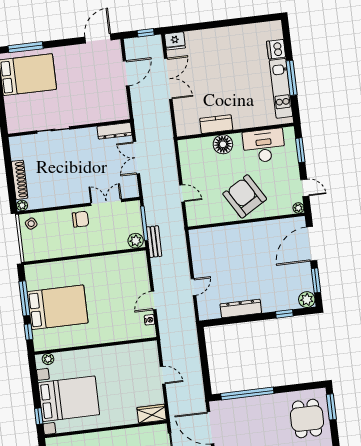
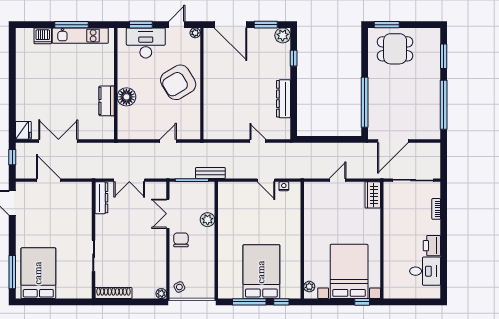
desk: (264, 146) -> (146, 43), moved, turned 90
shoe rack: (20, 180) -> (113, 293), moved
plant: (136, 241) -> (208, 220), moved

